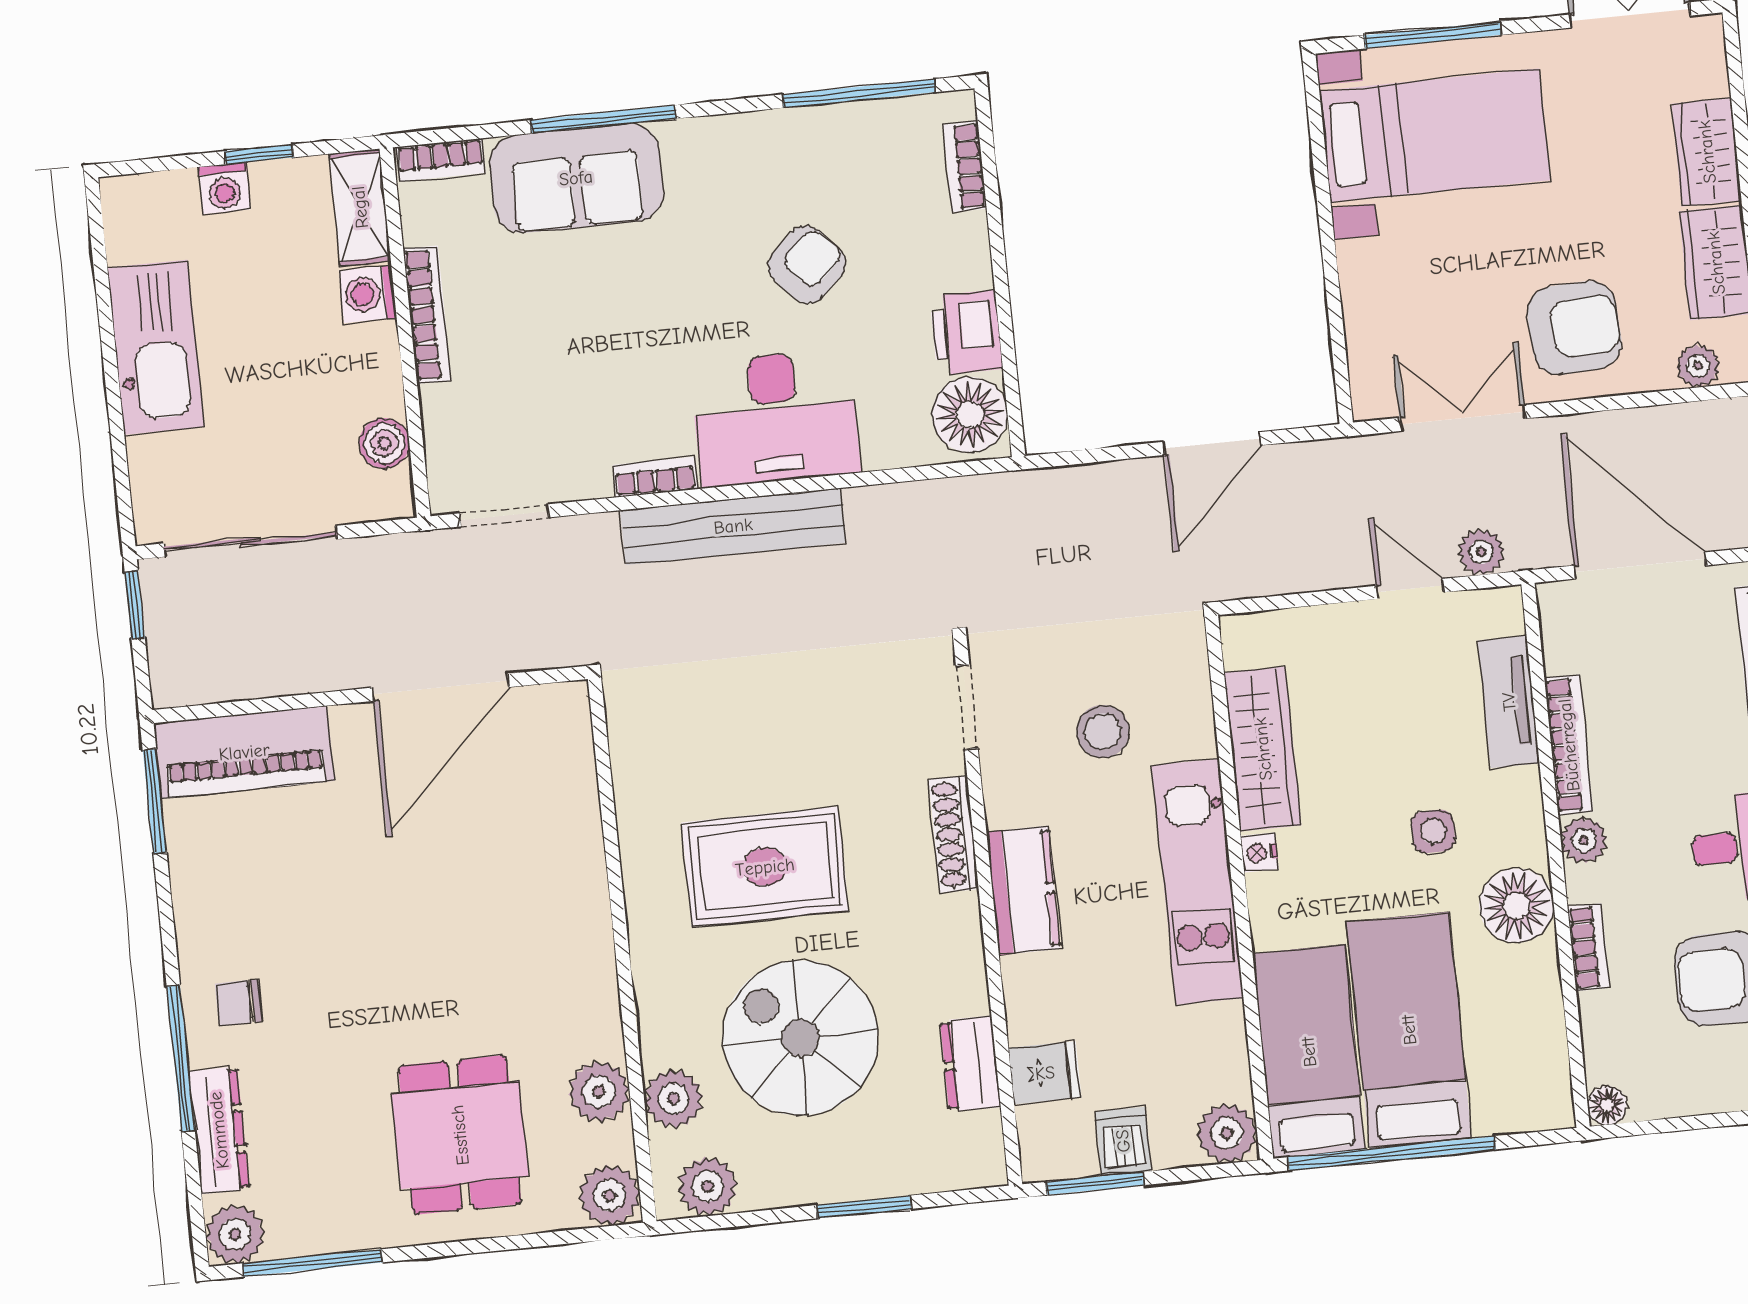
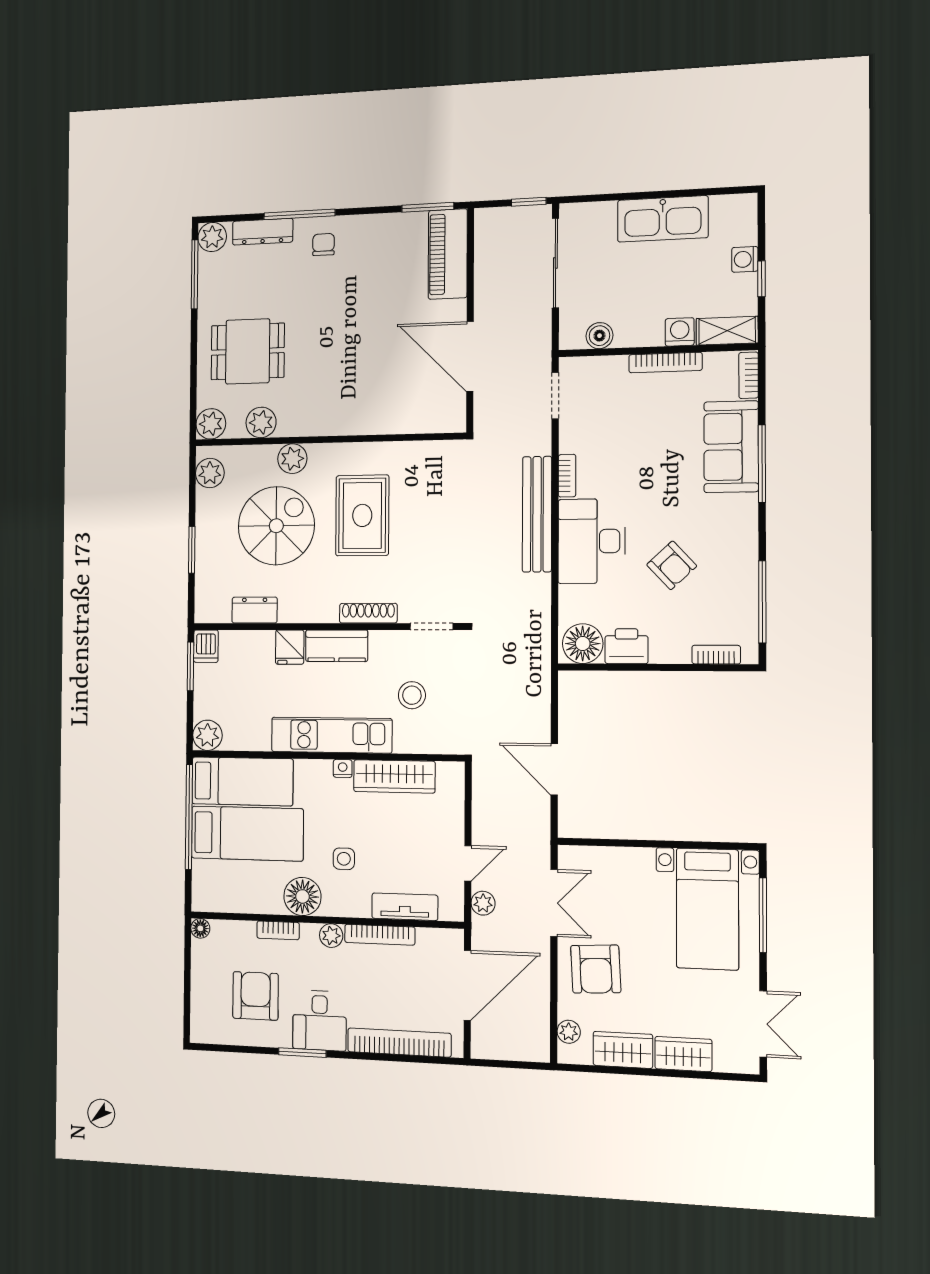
fridge: (1045, 1073) -> (290, 647), moved
plant: (674, 1099) -> (292, 459), moved
dishwasher: (1123, 1141) -> (206, 646), moved, turned 90

